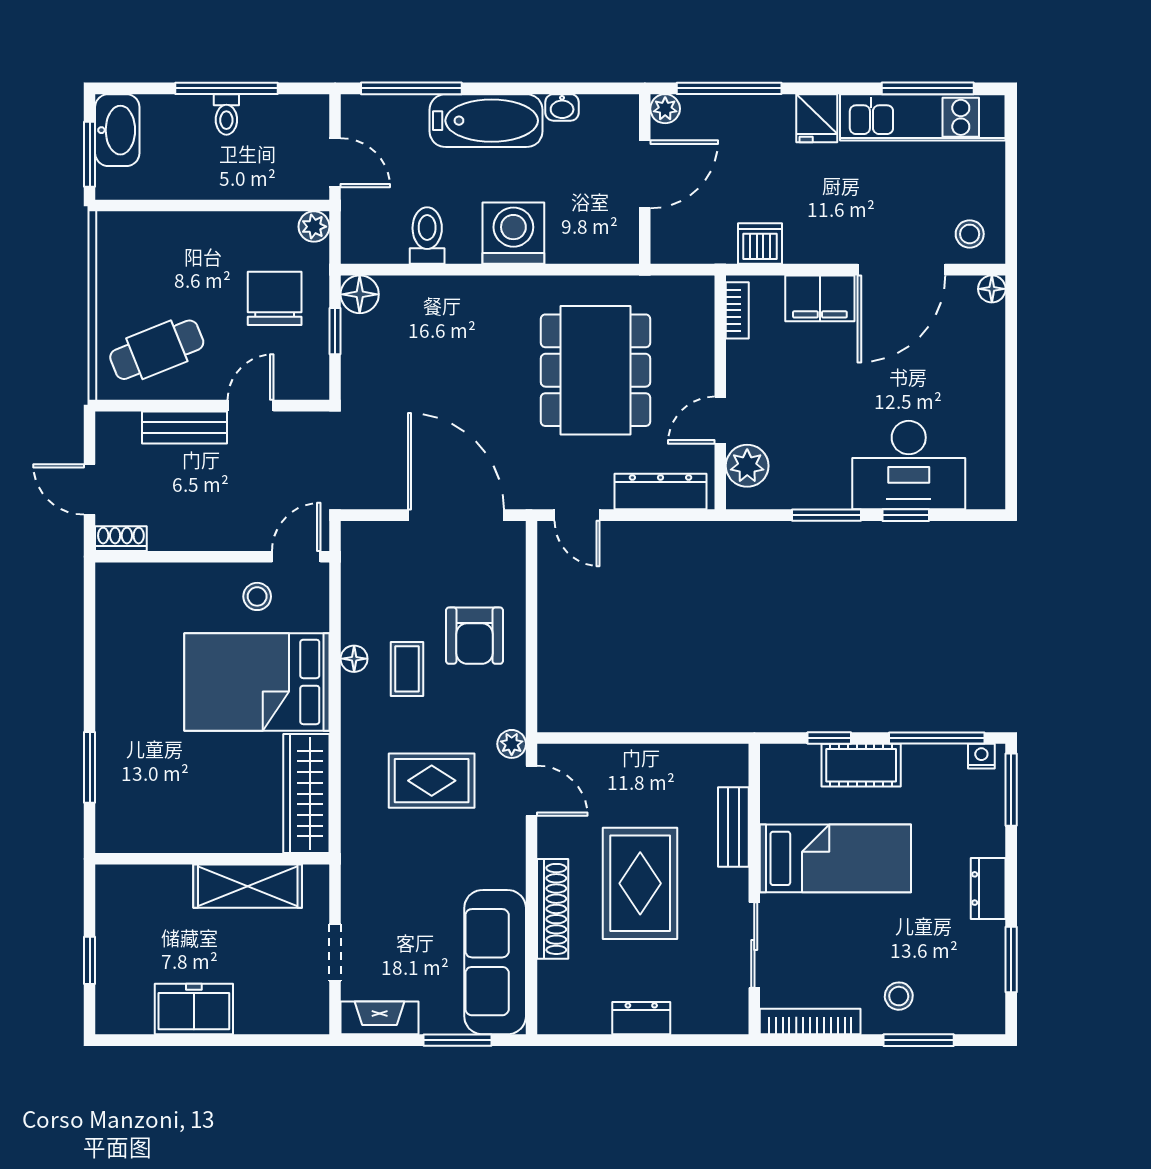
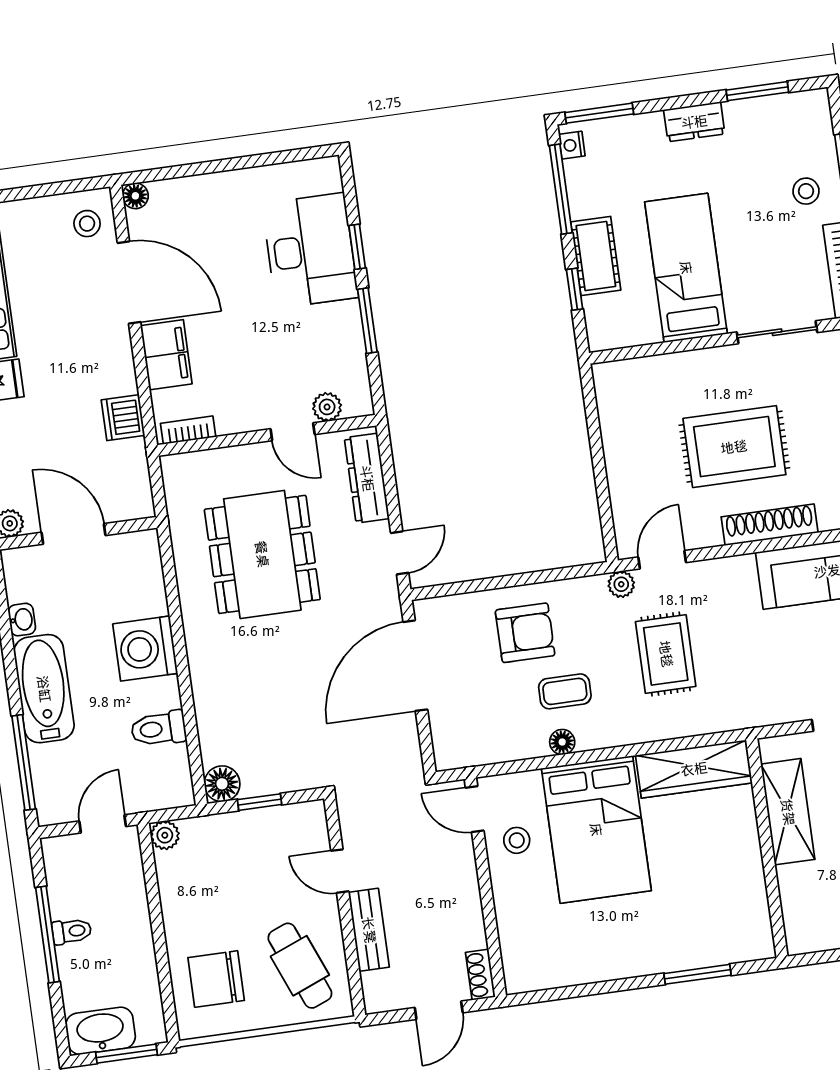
chair: (275, 298) -> (216, 979), moved
dining table: (595, 370) -> (262, 554), turned 90
plant: (747, 466) -> (327, 407), width x0.73, depth x0.73
bench: (733, 827) -> (670, 367), removed

